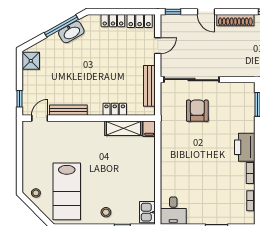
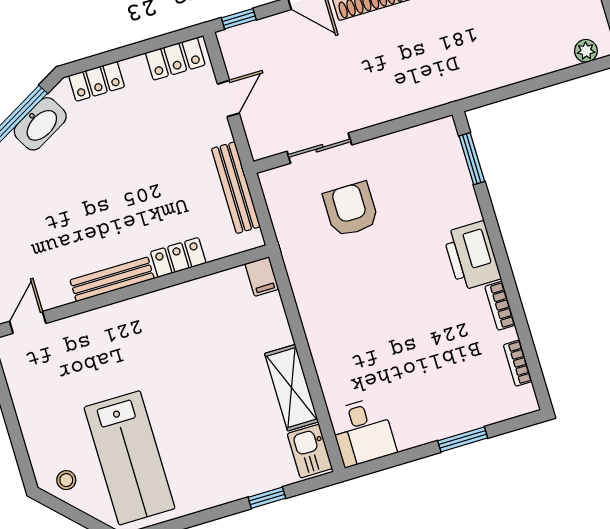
locker: (113, 21) -> (97, 81), moved
sliding door: (192, 80) -> (319, 148), width x0.54
bench: (68, 110) -> (112, 279), moved
shelving: (124, 128) -> (292, 388), moved, turned 90
stool: (106, 212) -> (224, 477), removed

